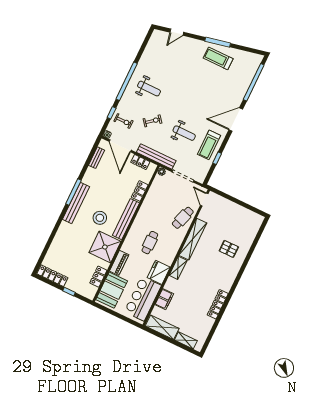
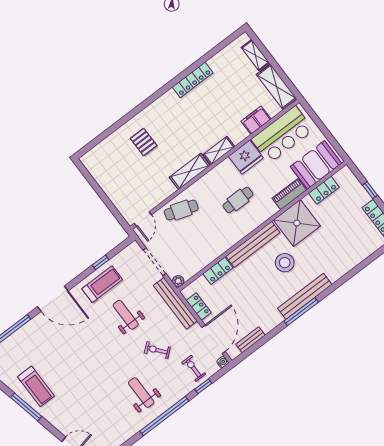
shelving: (193, 239) -> (190, 171), width x0.68

